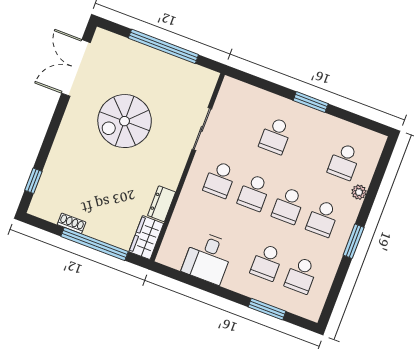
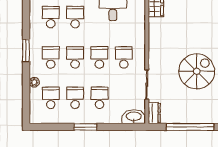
washbasin: (237, 91) -> (134, 117), added
school desk: (310, 149) -> (75, 98), added
dresser: (162, 204) -> (154, 113), moved

